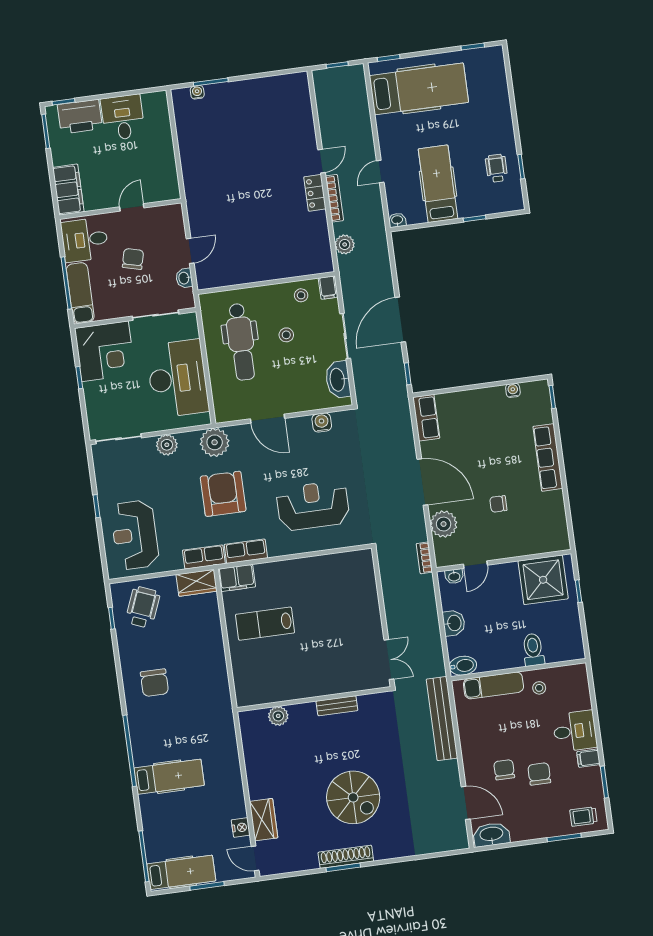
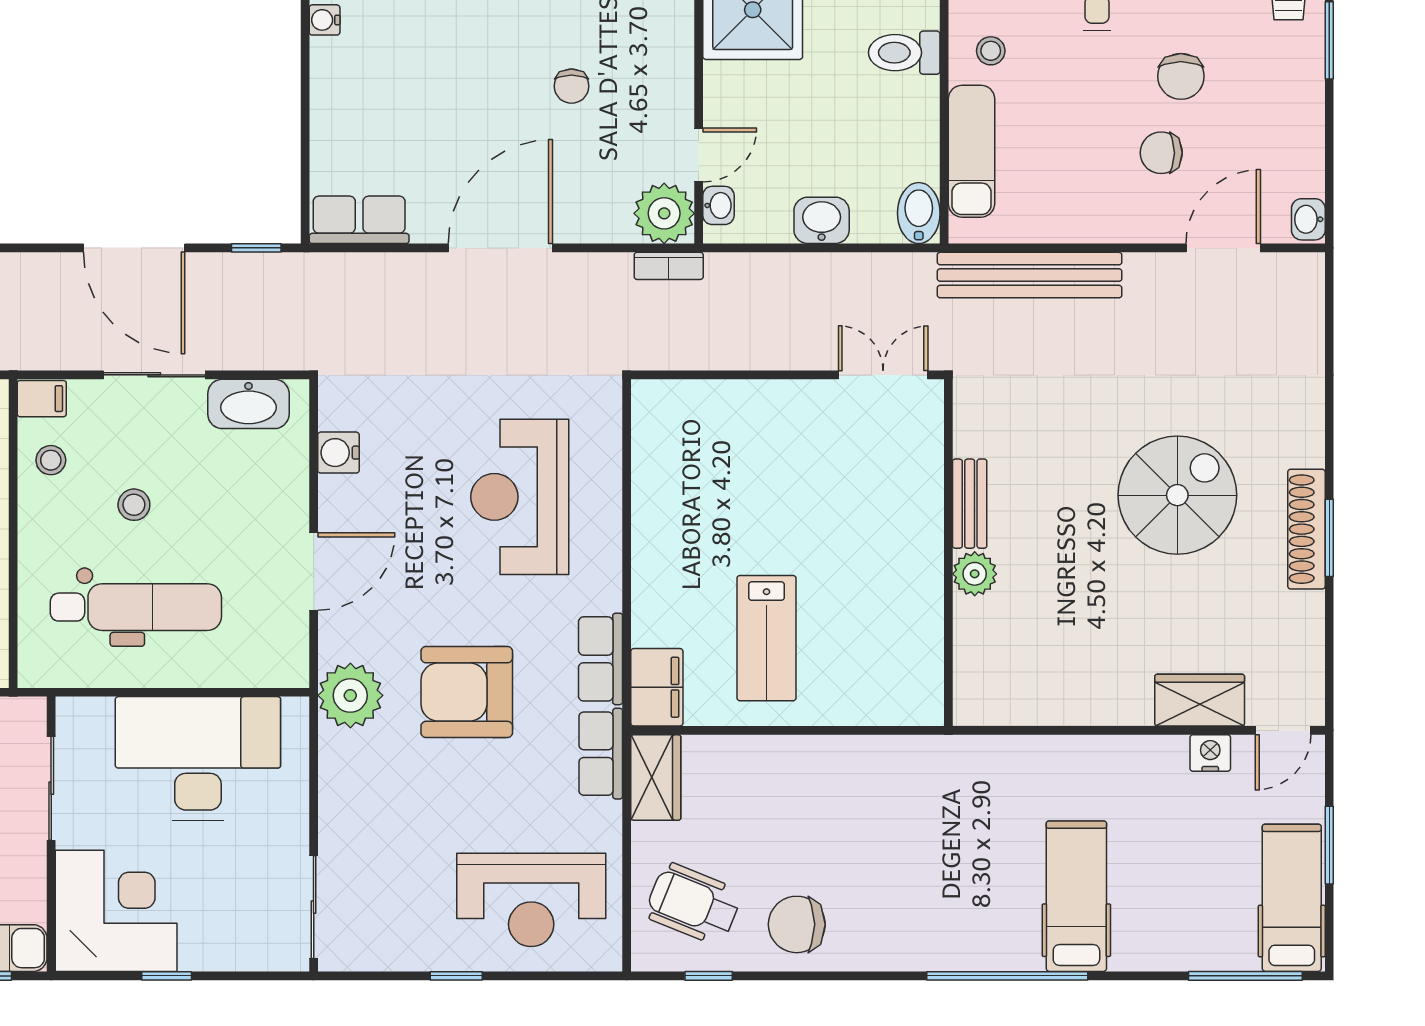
plant: (167, 445) -> (341, 802), removed
plant: (444, 524) -> (664, 213), moved
door: (475, 565) -> (699, 155), hinge flipped
chair: (154, 683) -> (797, 924), moved, turned 180
plant: (278, 716) -> (975, 574), moved
chair: (539, 774) -> (1181, 76), turned -90
washbasin: (491, 835) -> (1308, 219), width x0.52, depth x0.69

